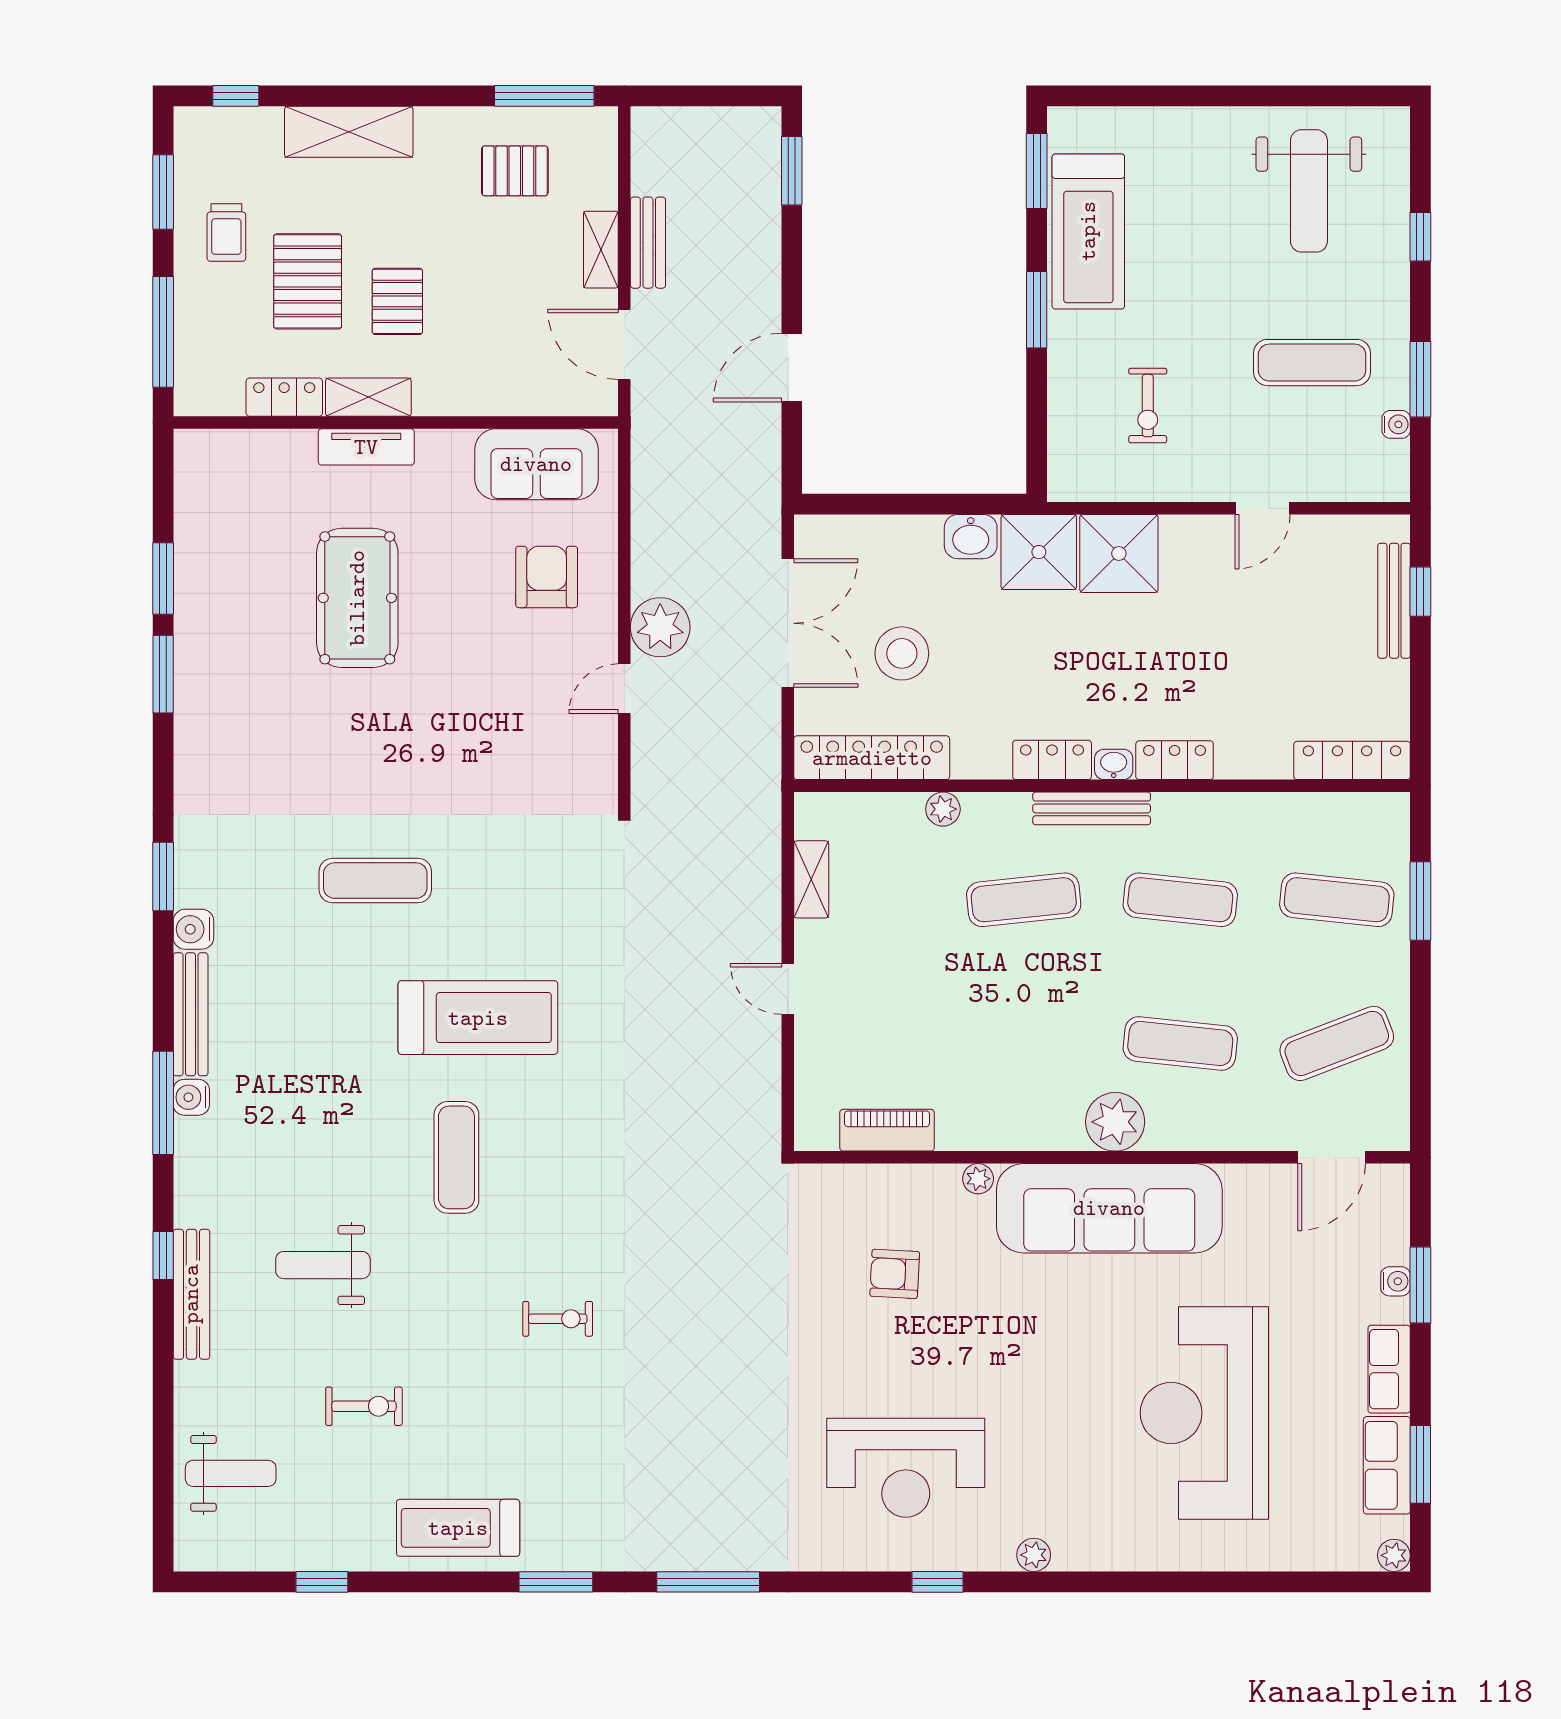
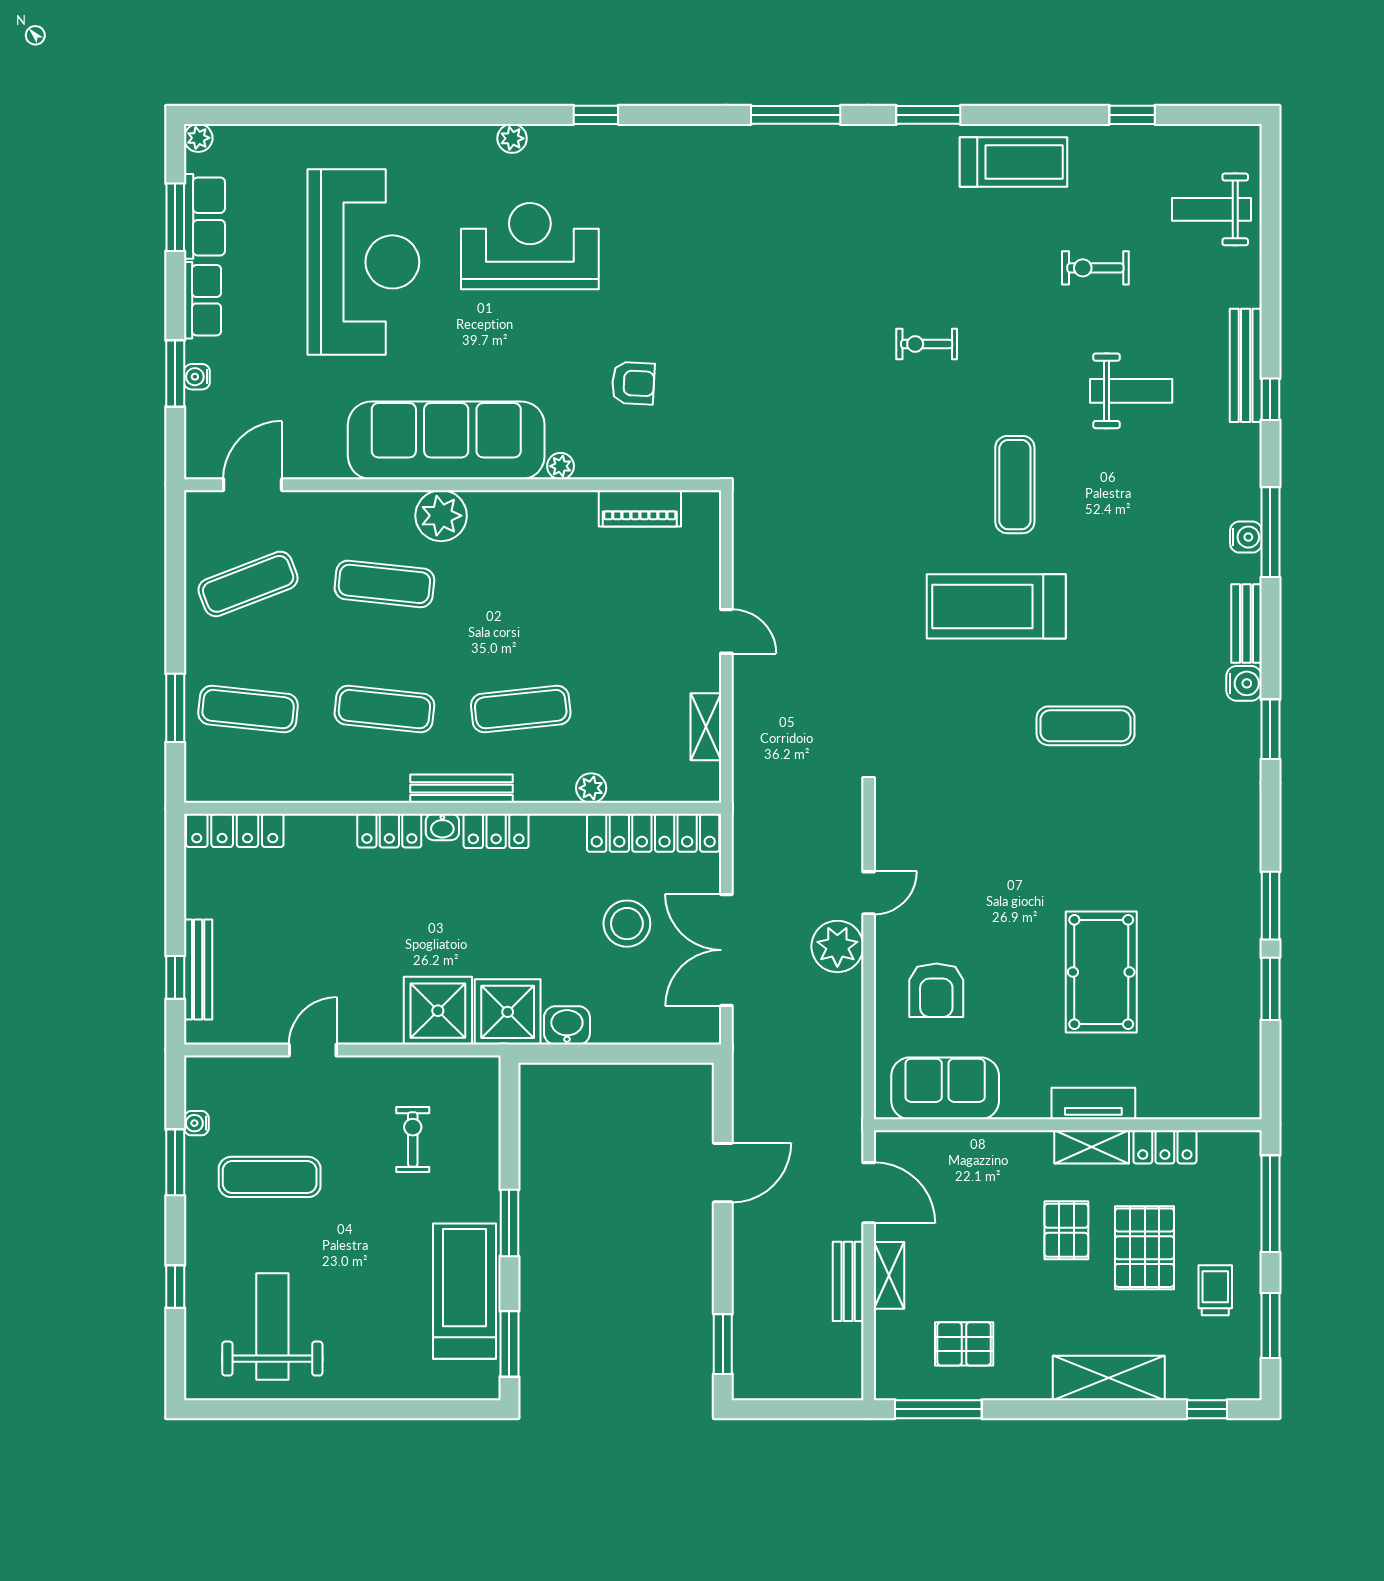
bench: (191, 1014) -> (1246, 624), width x0.73
reception desk: (906, 1468) -> (530, 246), moved

